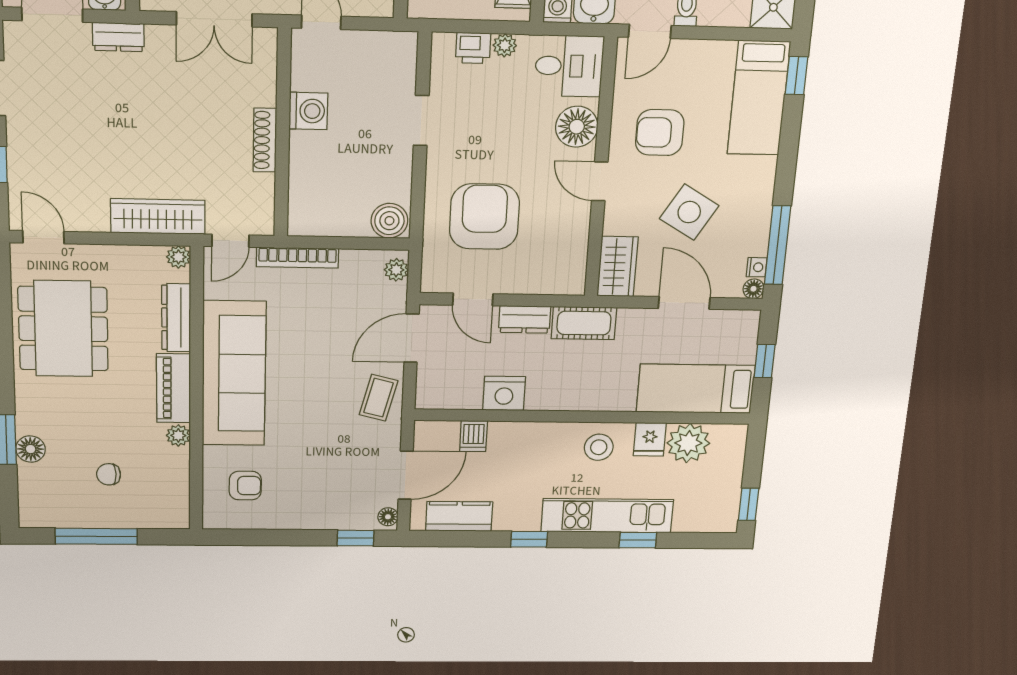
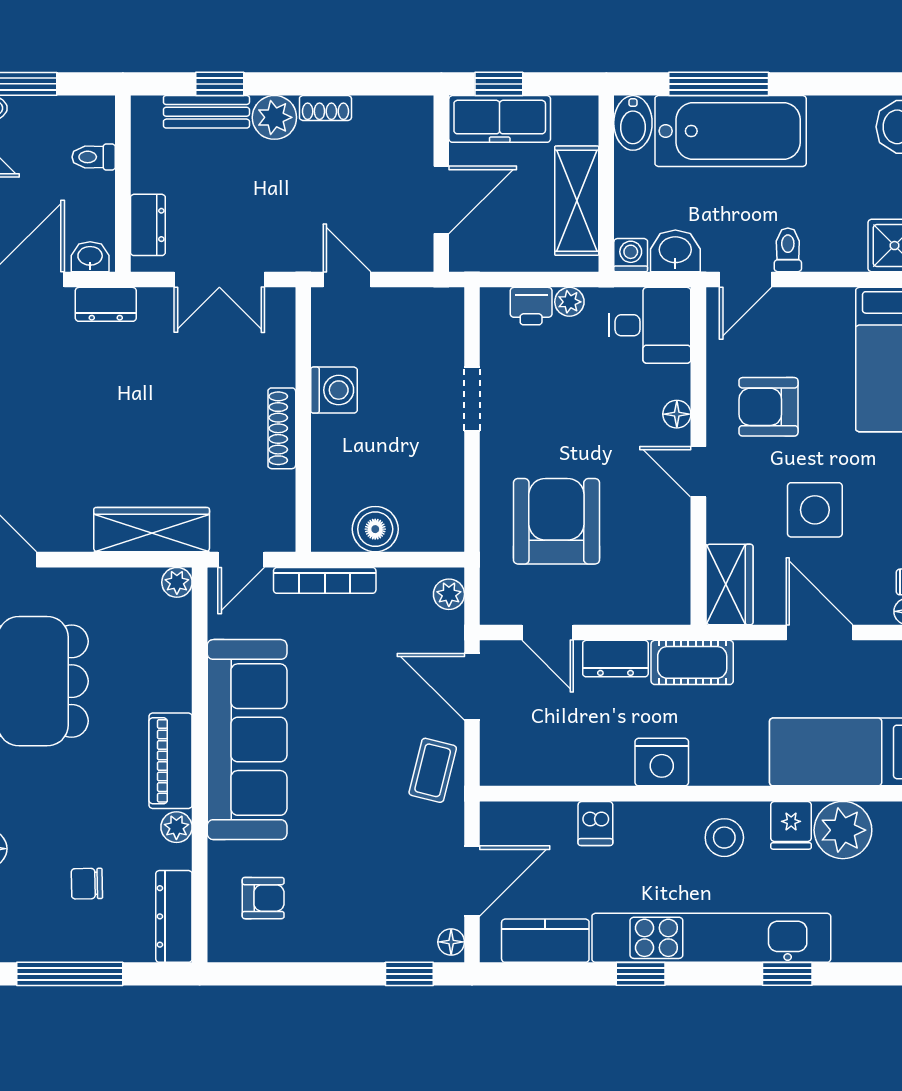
floor lamp: (577, 127) -> (677, 414), width x0.53, depth x0.53
side table: (689, 212) -> (815, 510), turned -31
boiler: (389, 221) -> (375, 529), moved
dresser: (176, 318) -> (174, 916), moved
door: (412, 338) -> (472, 687), hinge flipped
nightstand: (504, 393) -> (662, 762), moved
dishwasher: (474, 436) -> (595, 823), moved
kitchen unit: (607, 516) -> (711, 938), width x1.36

